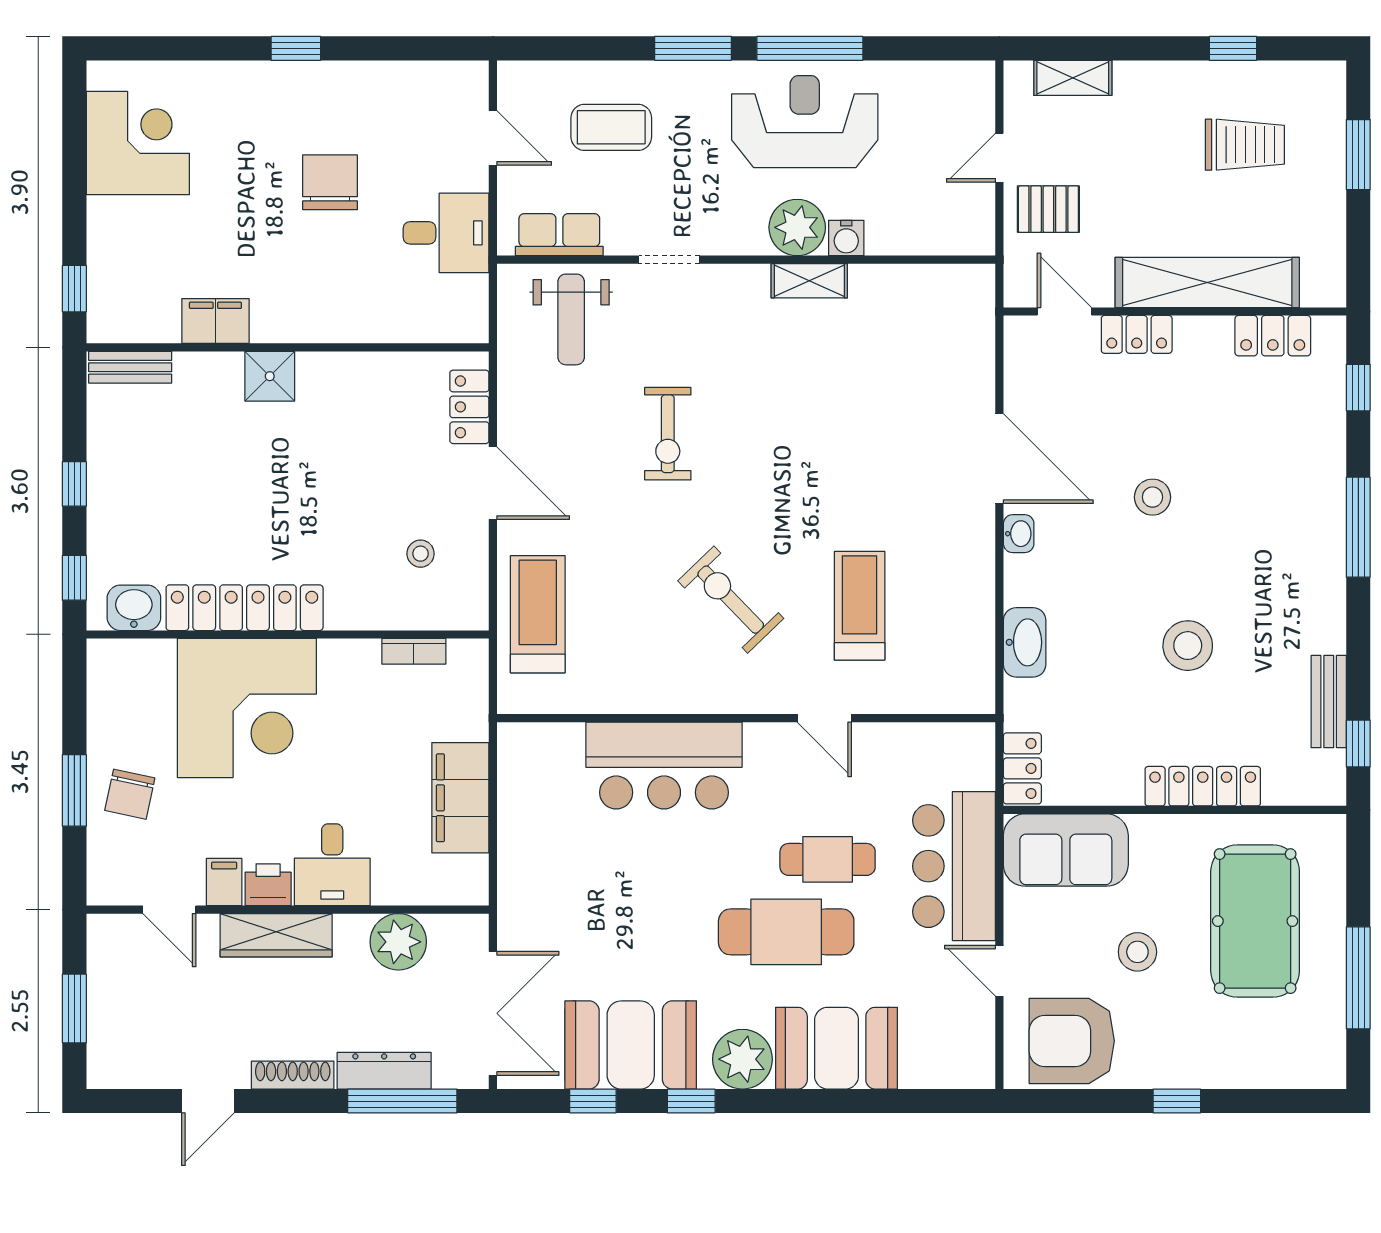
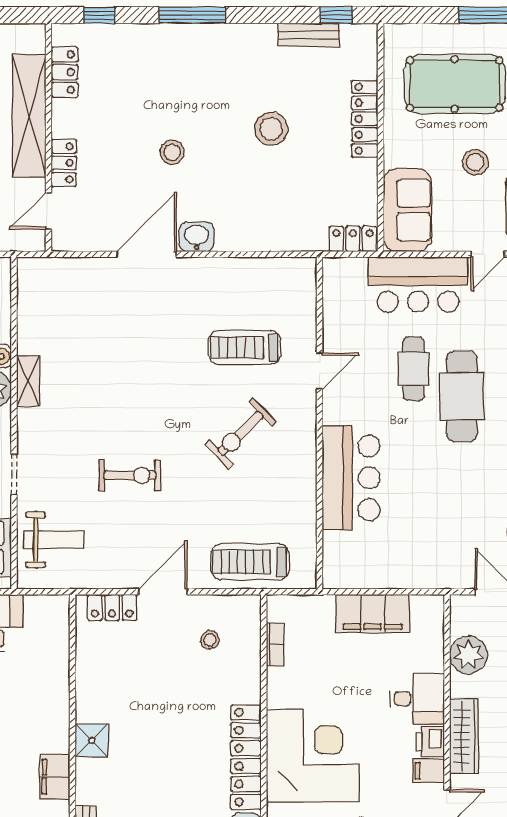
washbasin: (1019, 534) -> (197, 237), width x1.38, depth x1.45
washbasin: (1025, 642) -> (269, 238), removed

